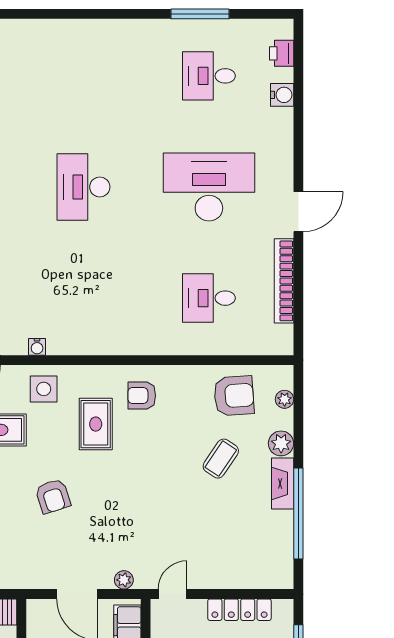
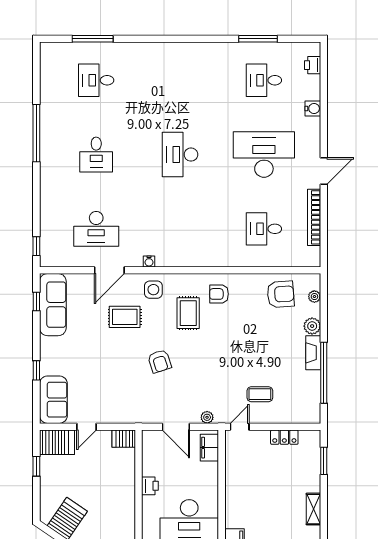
water cooler: (282, 95) -> (313, 108), moved
coffee table: (221, 459) -> (260, 394), moved, turned 56
locker: (239, 610) -> (284, 437), width x0.66

